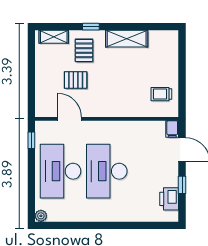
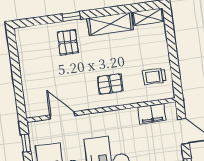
shelving: (54, 37) -> (148, 17), moved
pallet: (76, 80) -> (110, 84), moved
filing cabinet: (172, 129) -> (152, 114), moved, width x2.00

